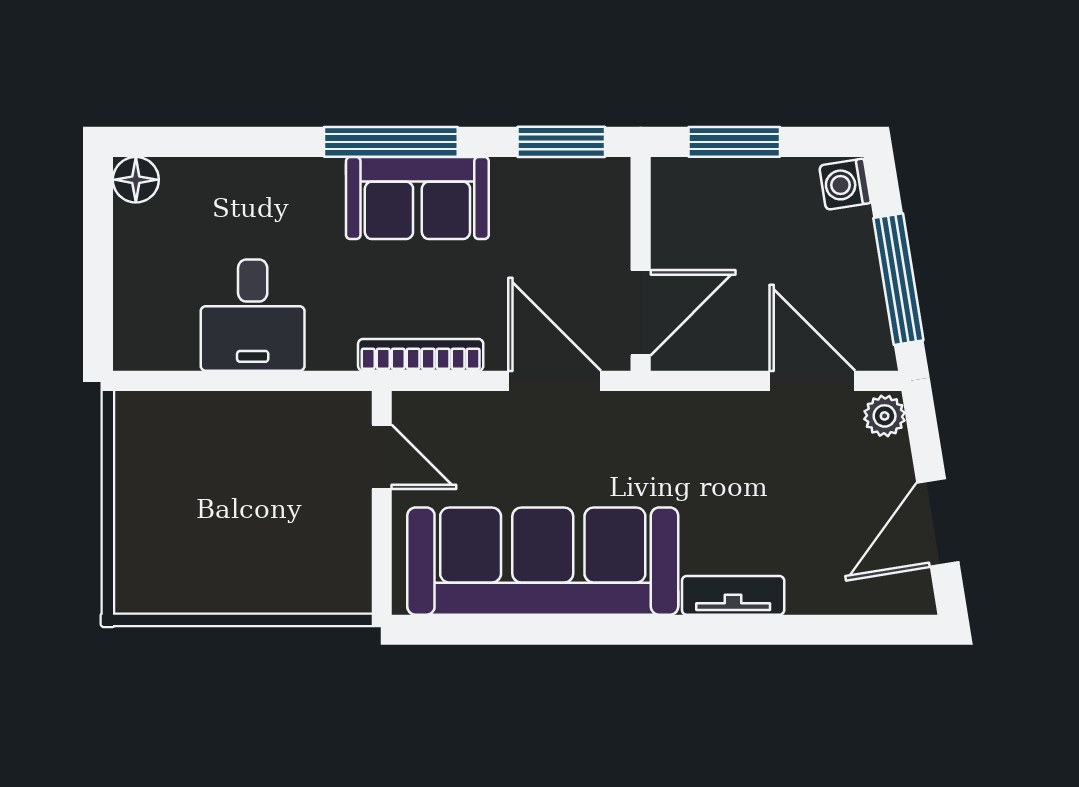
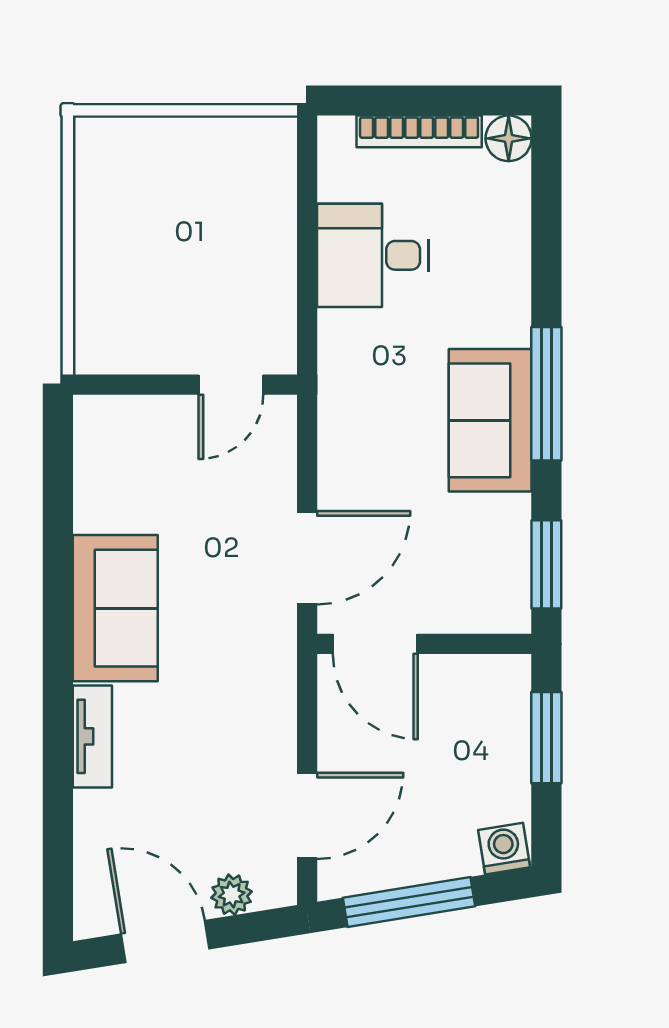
bookcase: (421, 355) -> (419, 131), moved, turned 90
plant: (885, 416) -> (232, 895), moved
sofa: (543, 561) -> (115, 608), width x0.54, depth x0.79

